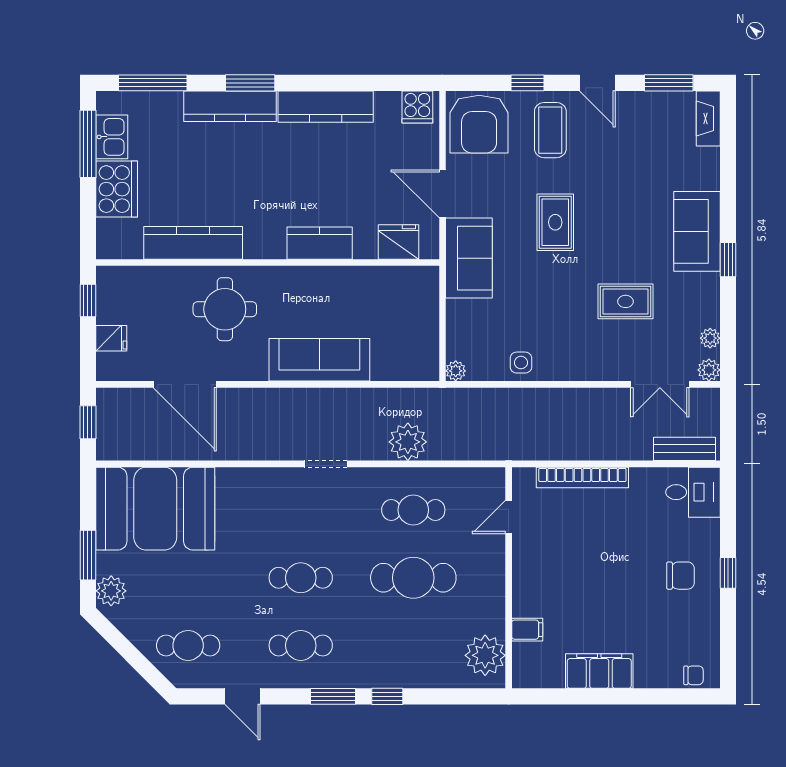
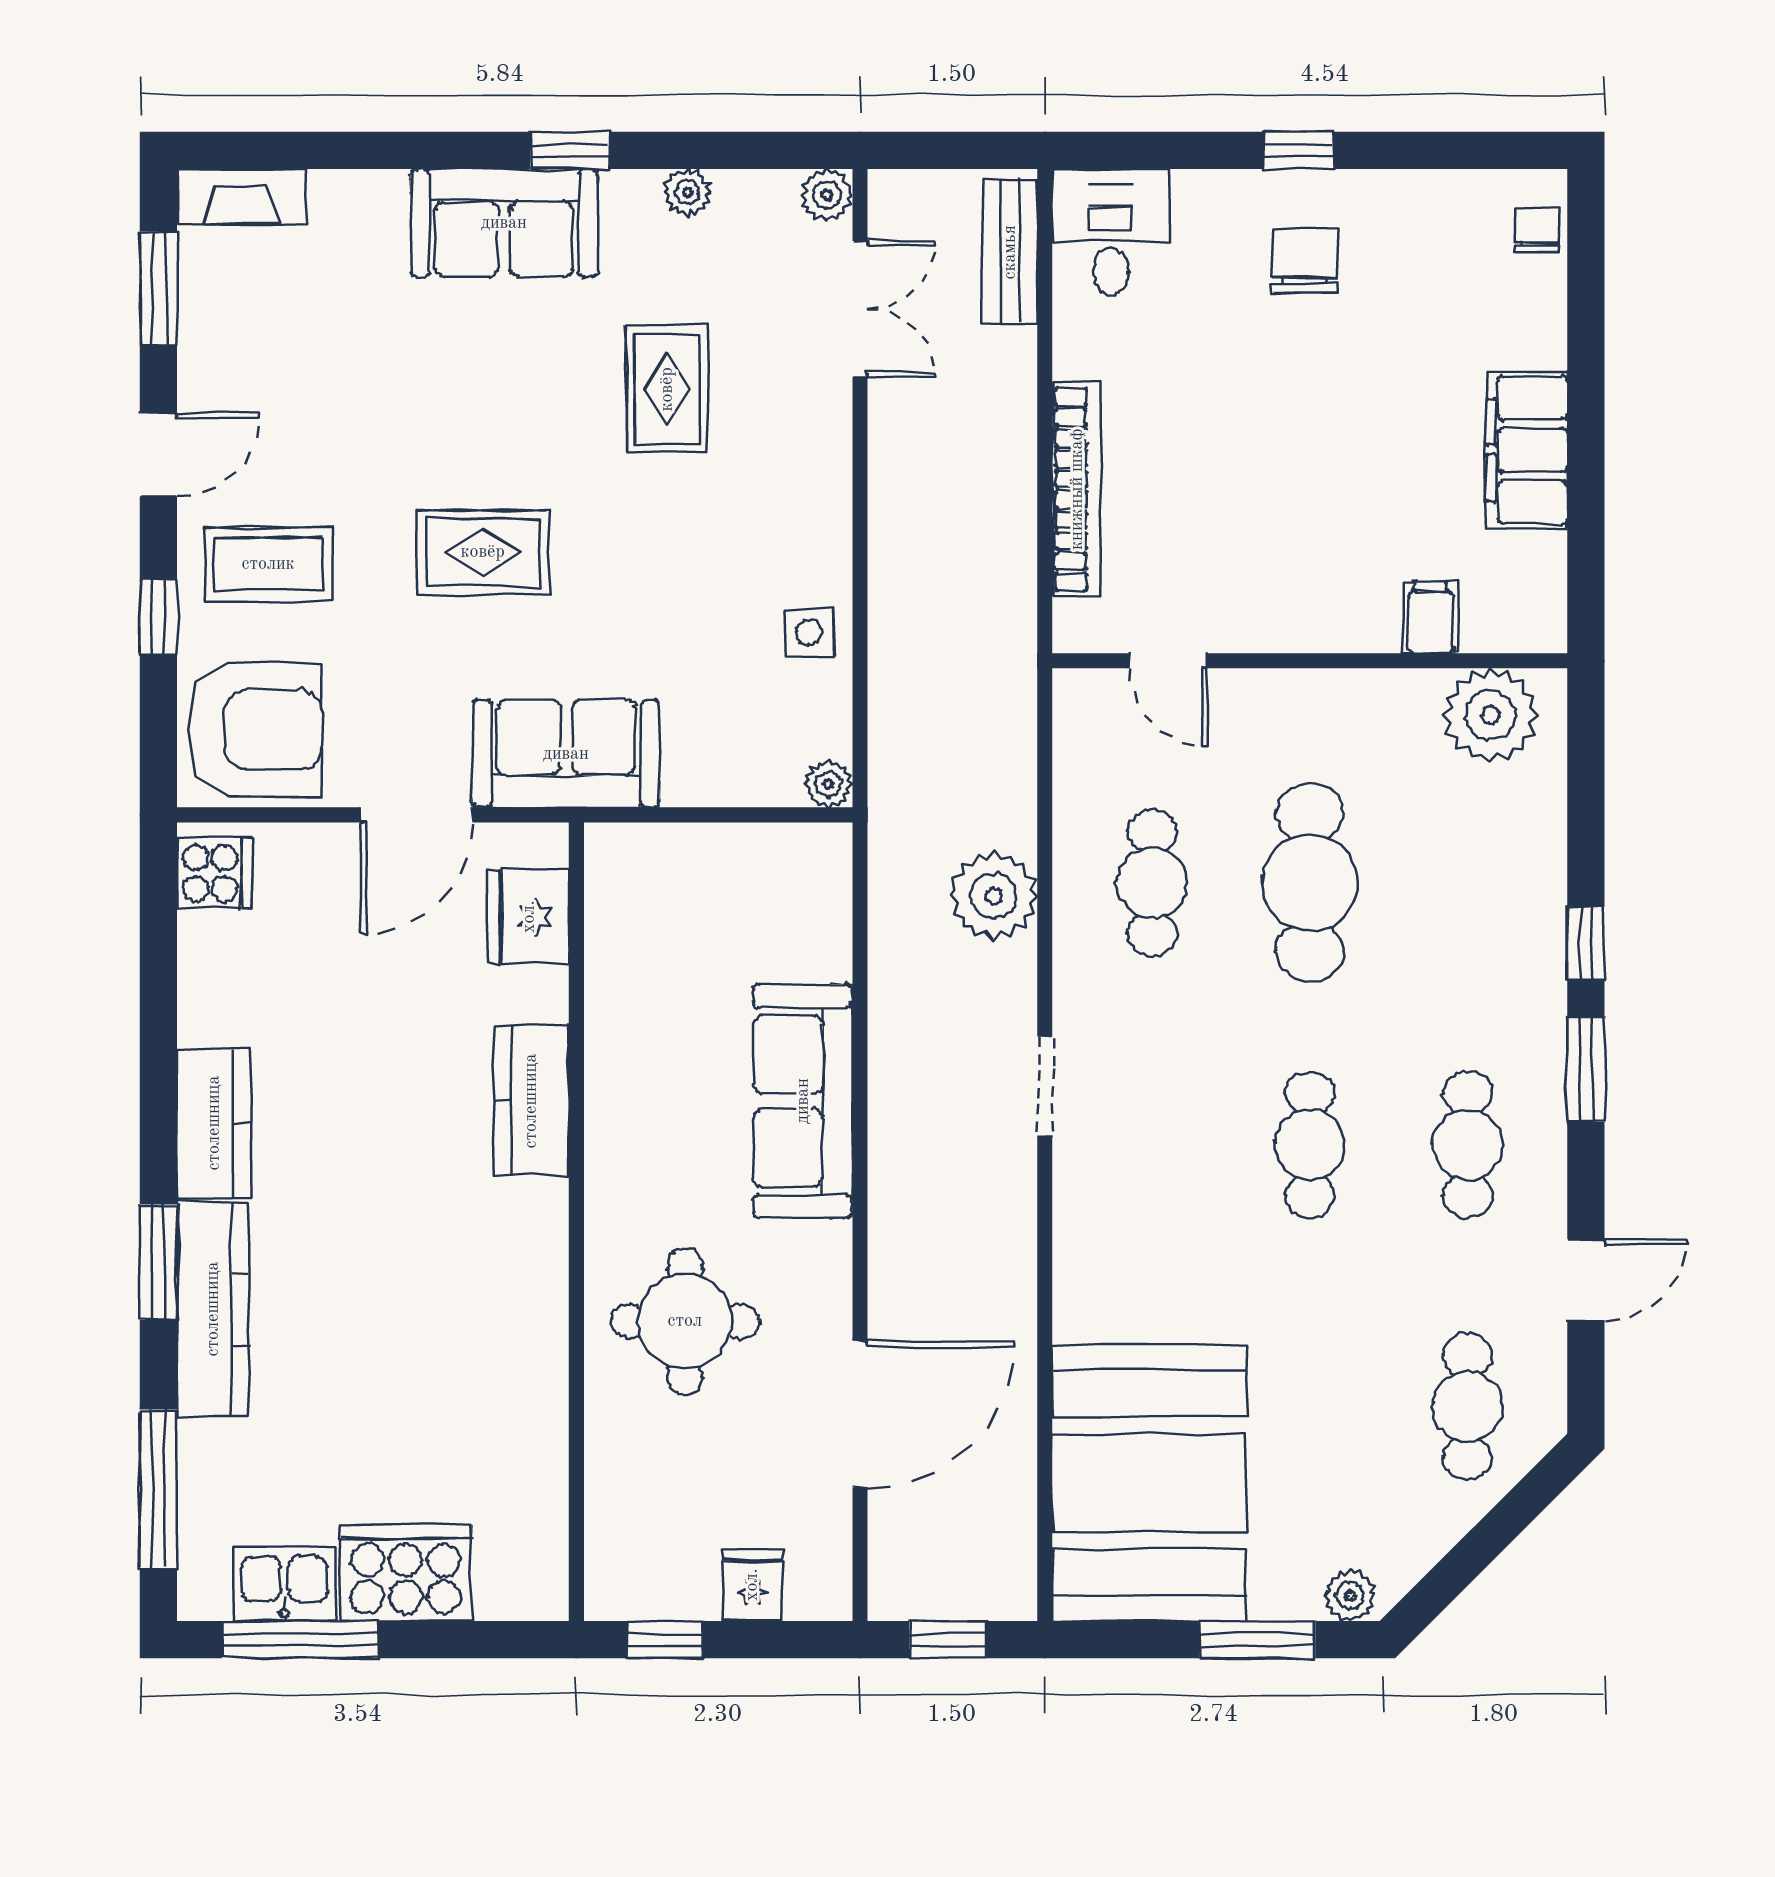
kitchen counter: (326, 107) -> (214, 1123), width x0.67
kitchen counter: (193, 243) -> (531, 1395), removed
plant: (710, 338) -> (687, 192), moved
plant: (111, 591) -> (1350, 1595), width x0.73, depth x0.73

